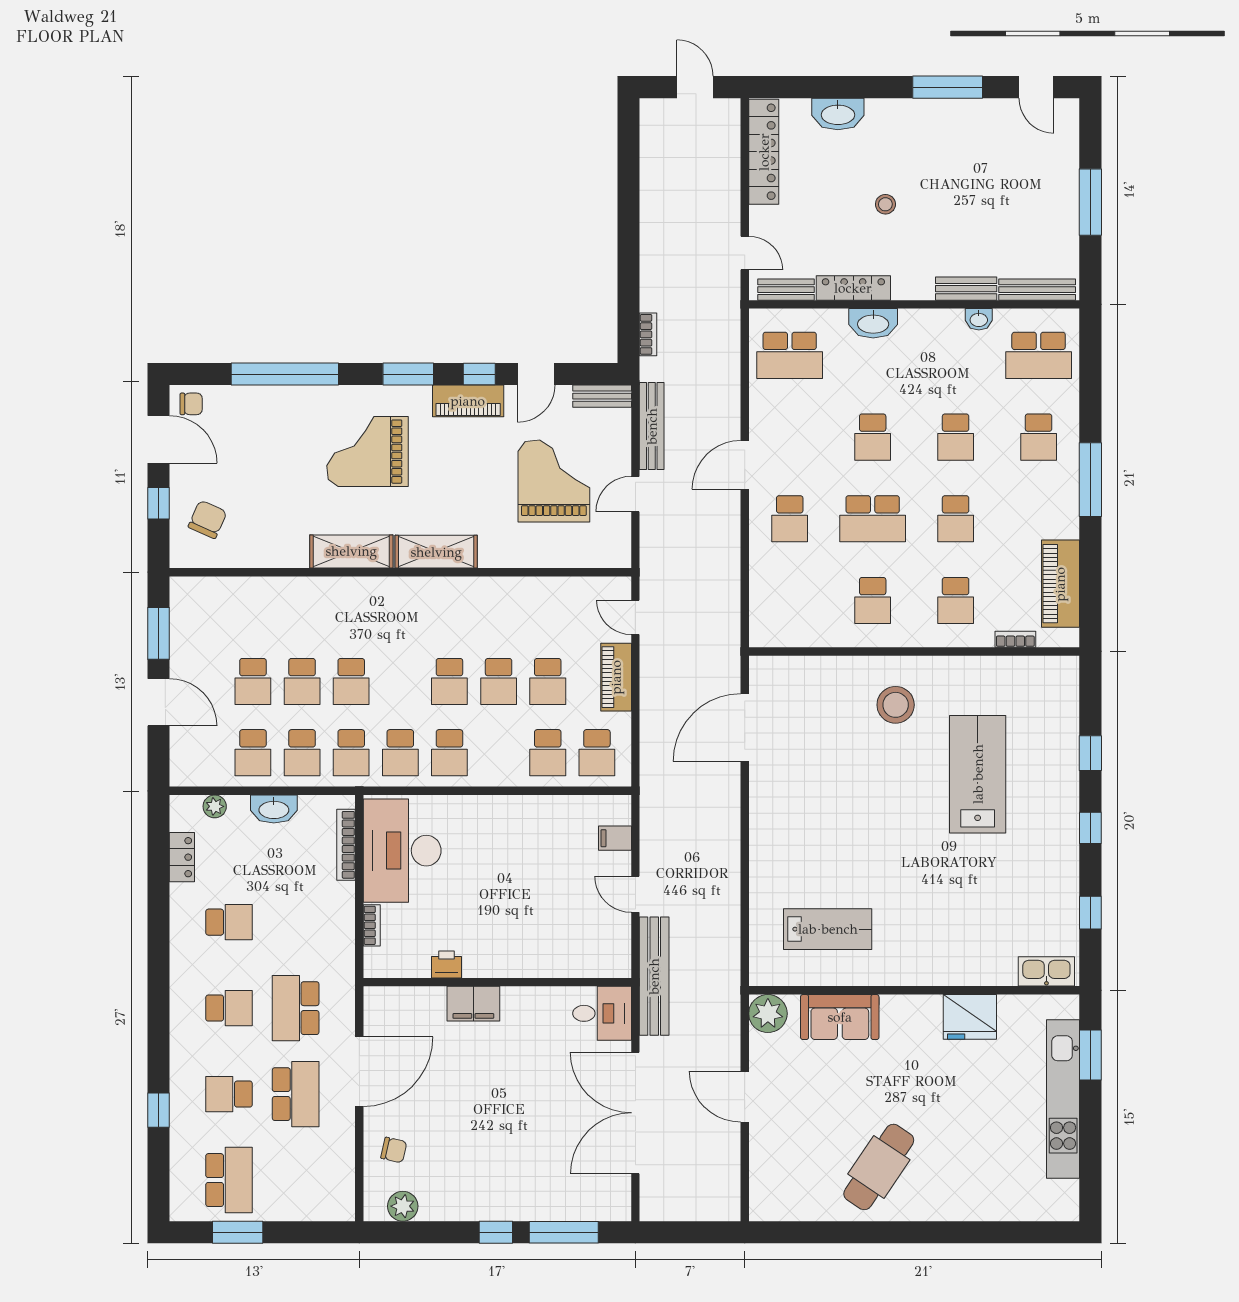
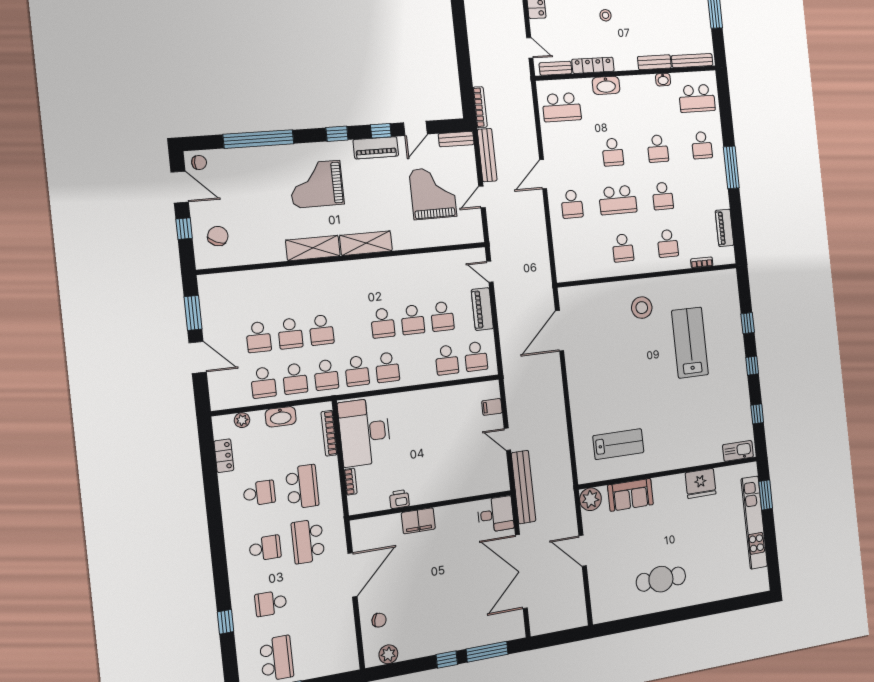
bookcase: (648, 334) -> (480, 107), width x1.56
window: (408, 374) -> (337, 134), width x0.67
piano: (1060, 584) -> (724, 228), width x0.73, depth x0.75
school desk: (296, 1094) -> (302, 487), moved
cafe table: (879, 1167) -> (661, 579), turned 56

